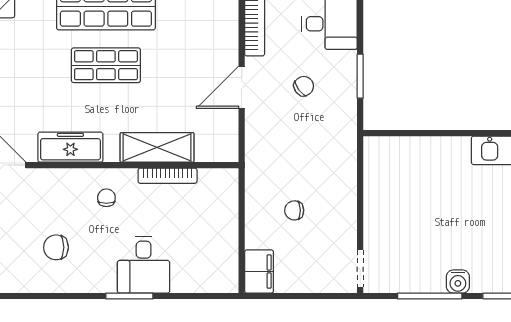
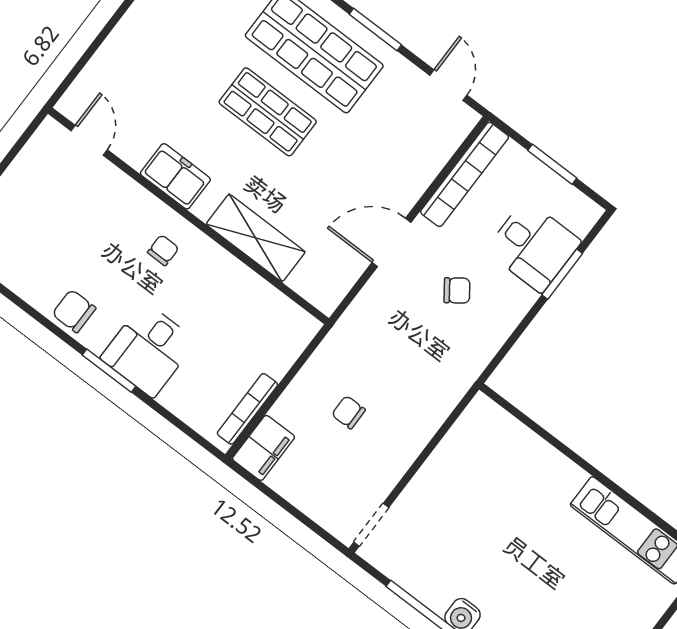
window: (360, 76) -> (562, 274), moved
freezer: (70, 147) -> (175, 176), width x0.71
bookcase: (168, 176) -> (247, 409), moved, turned 90
chair: (56, 247) -> (74, 311), moved

